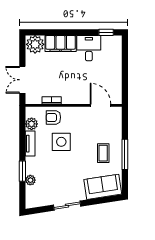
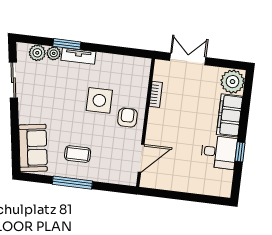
window: (106, 32) -> (240, 152), moved
armchair: (53, 117) -> (127, 118), moved
plant: (32, 124) -> (37, 53), moved
tv unit: (30, 144) -> (78, 56), moved
sliding door: (67, 206) -> (13, 80), moved

